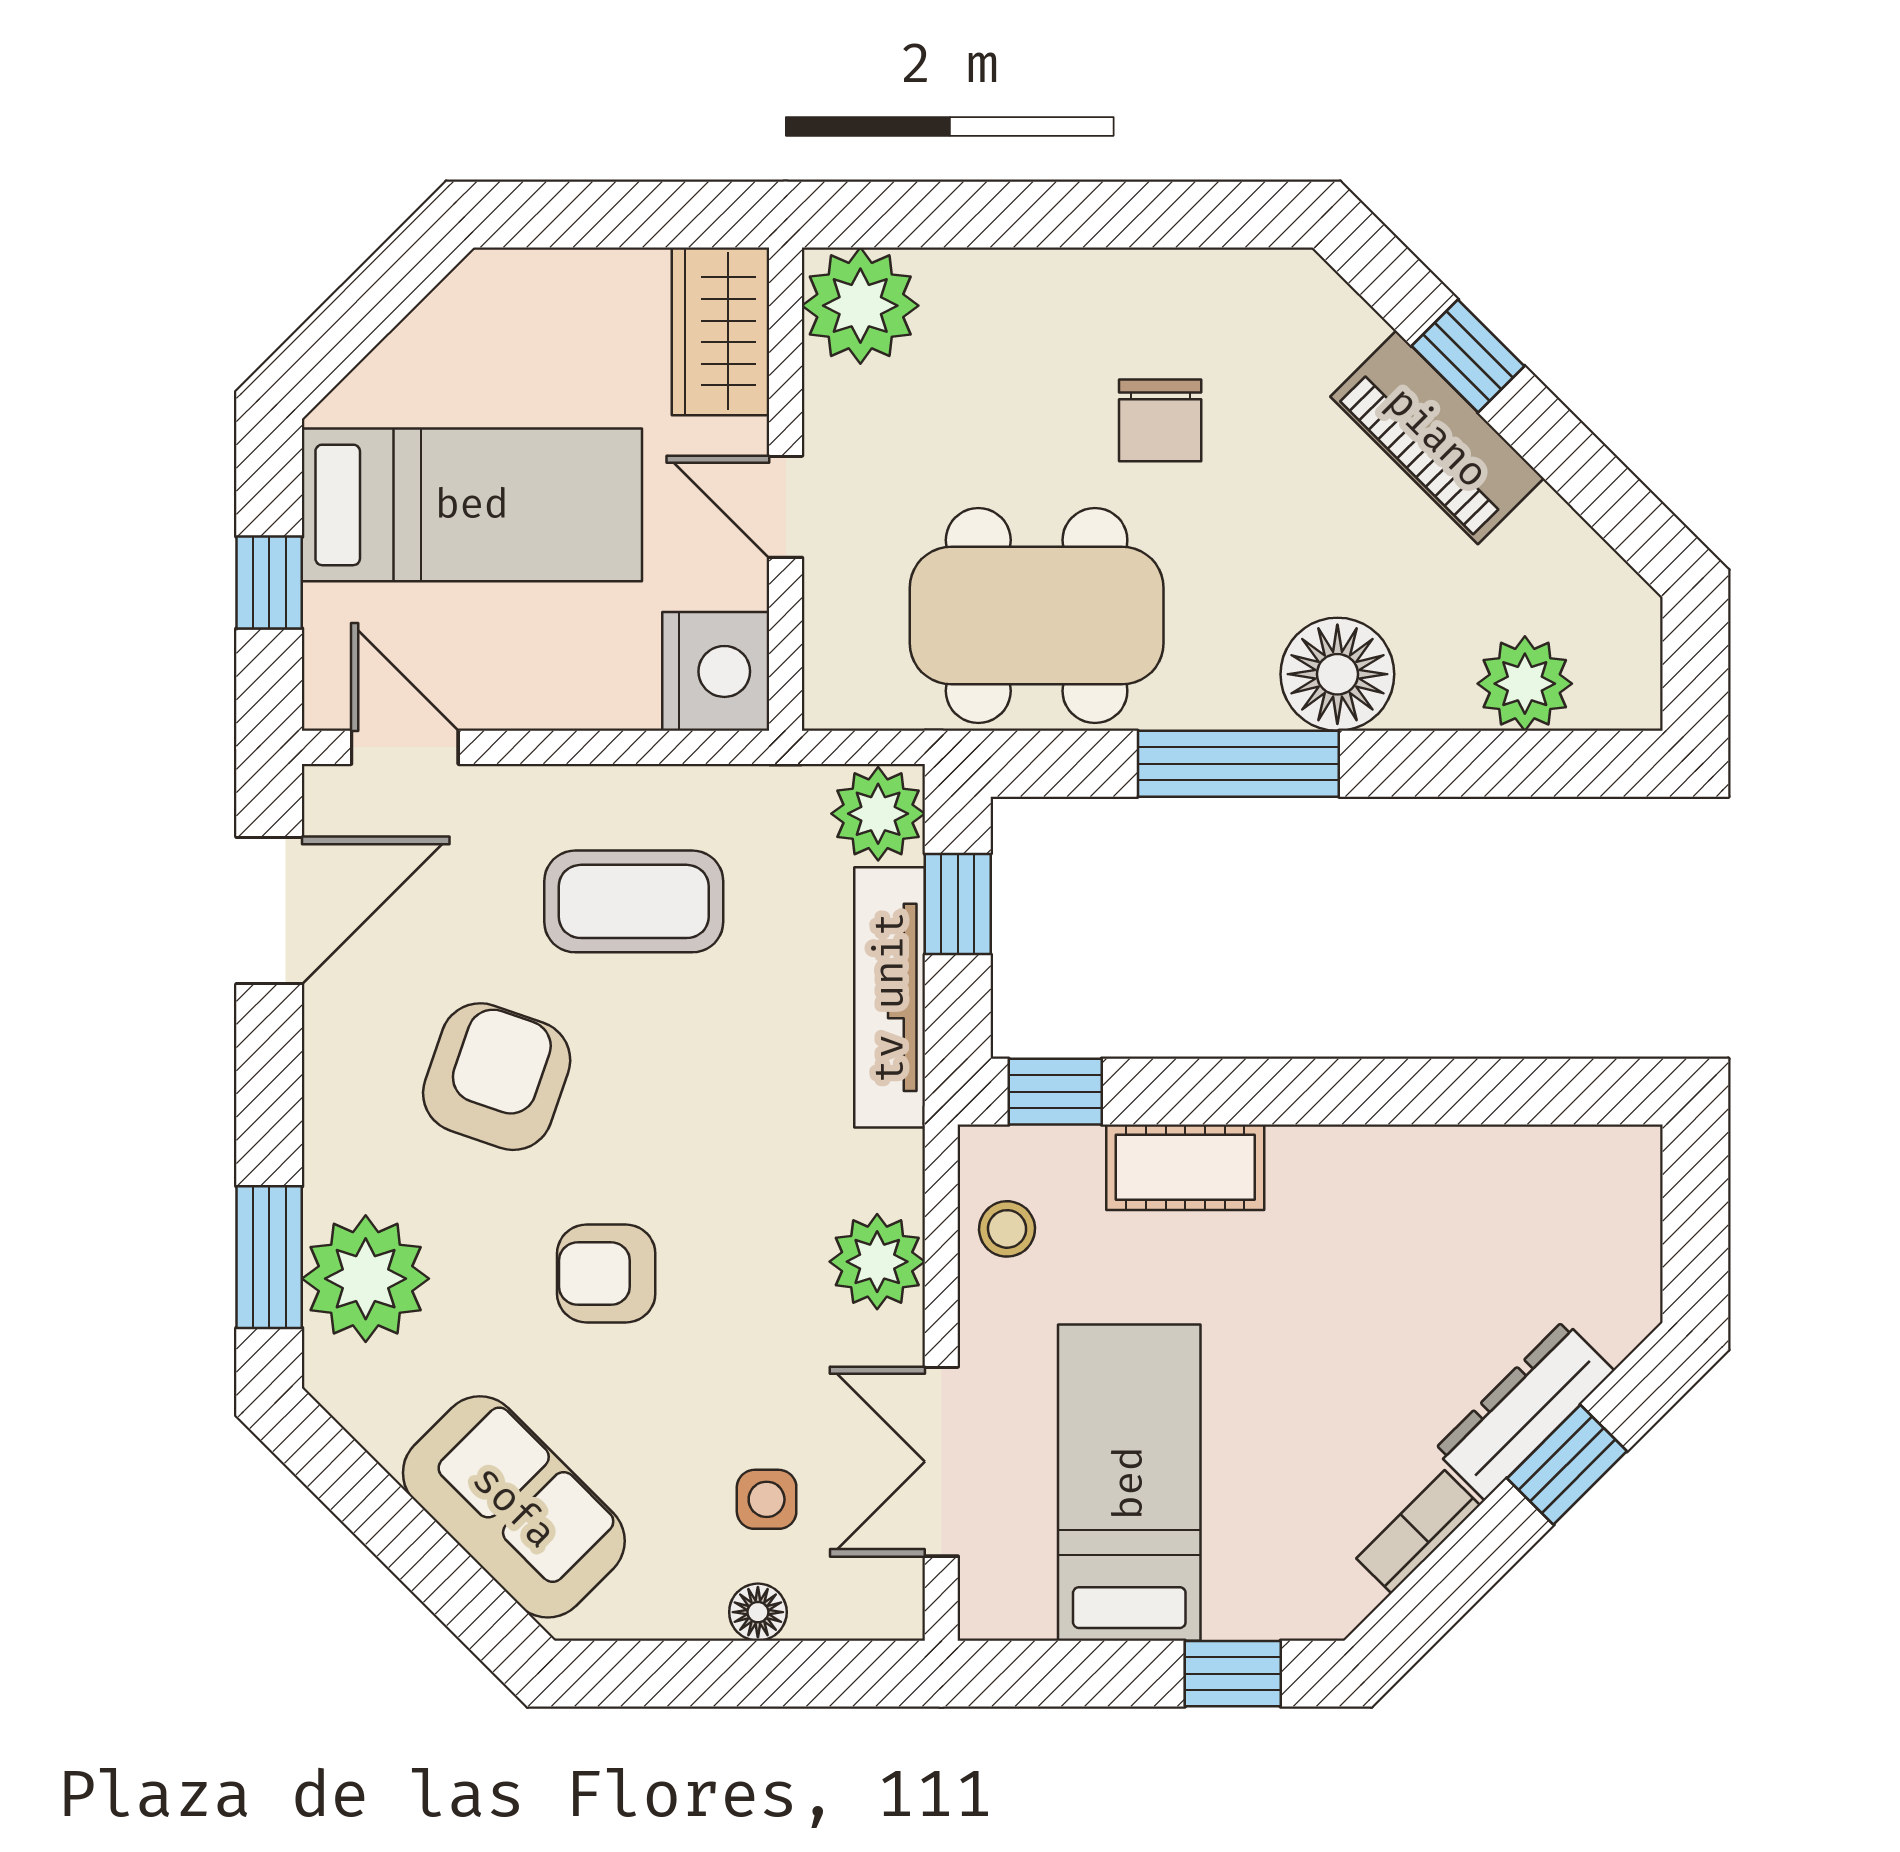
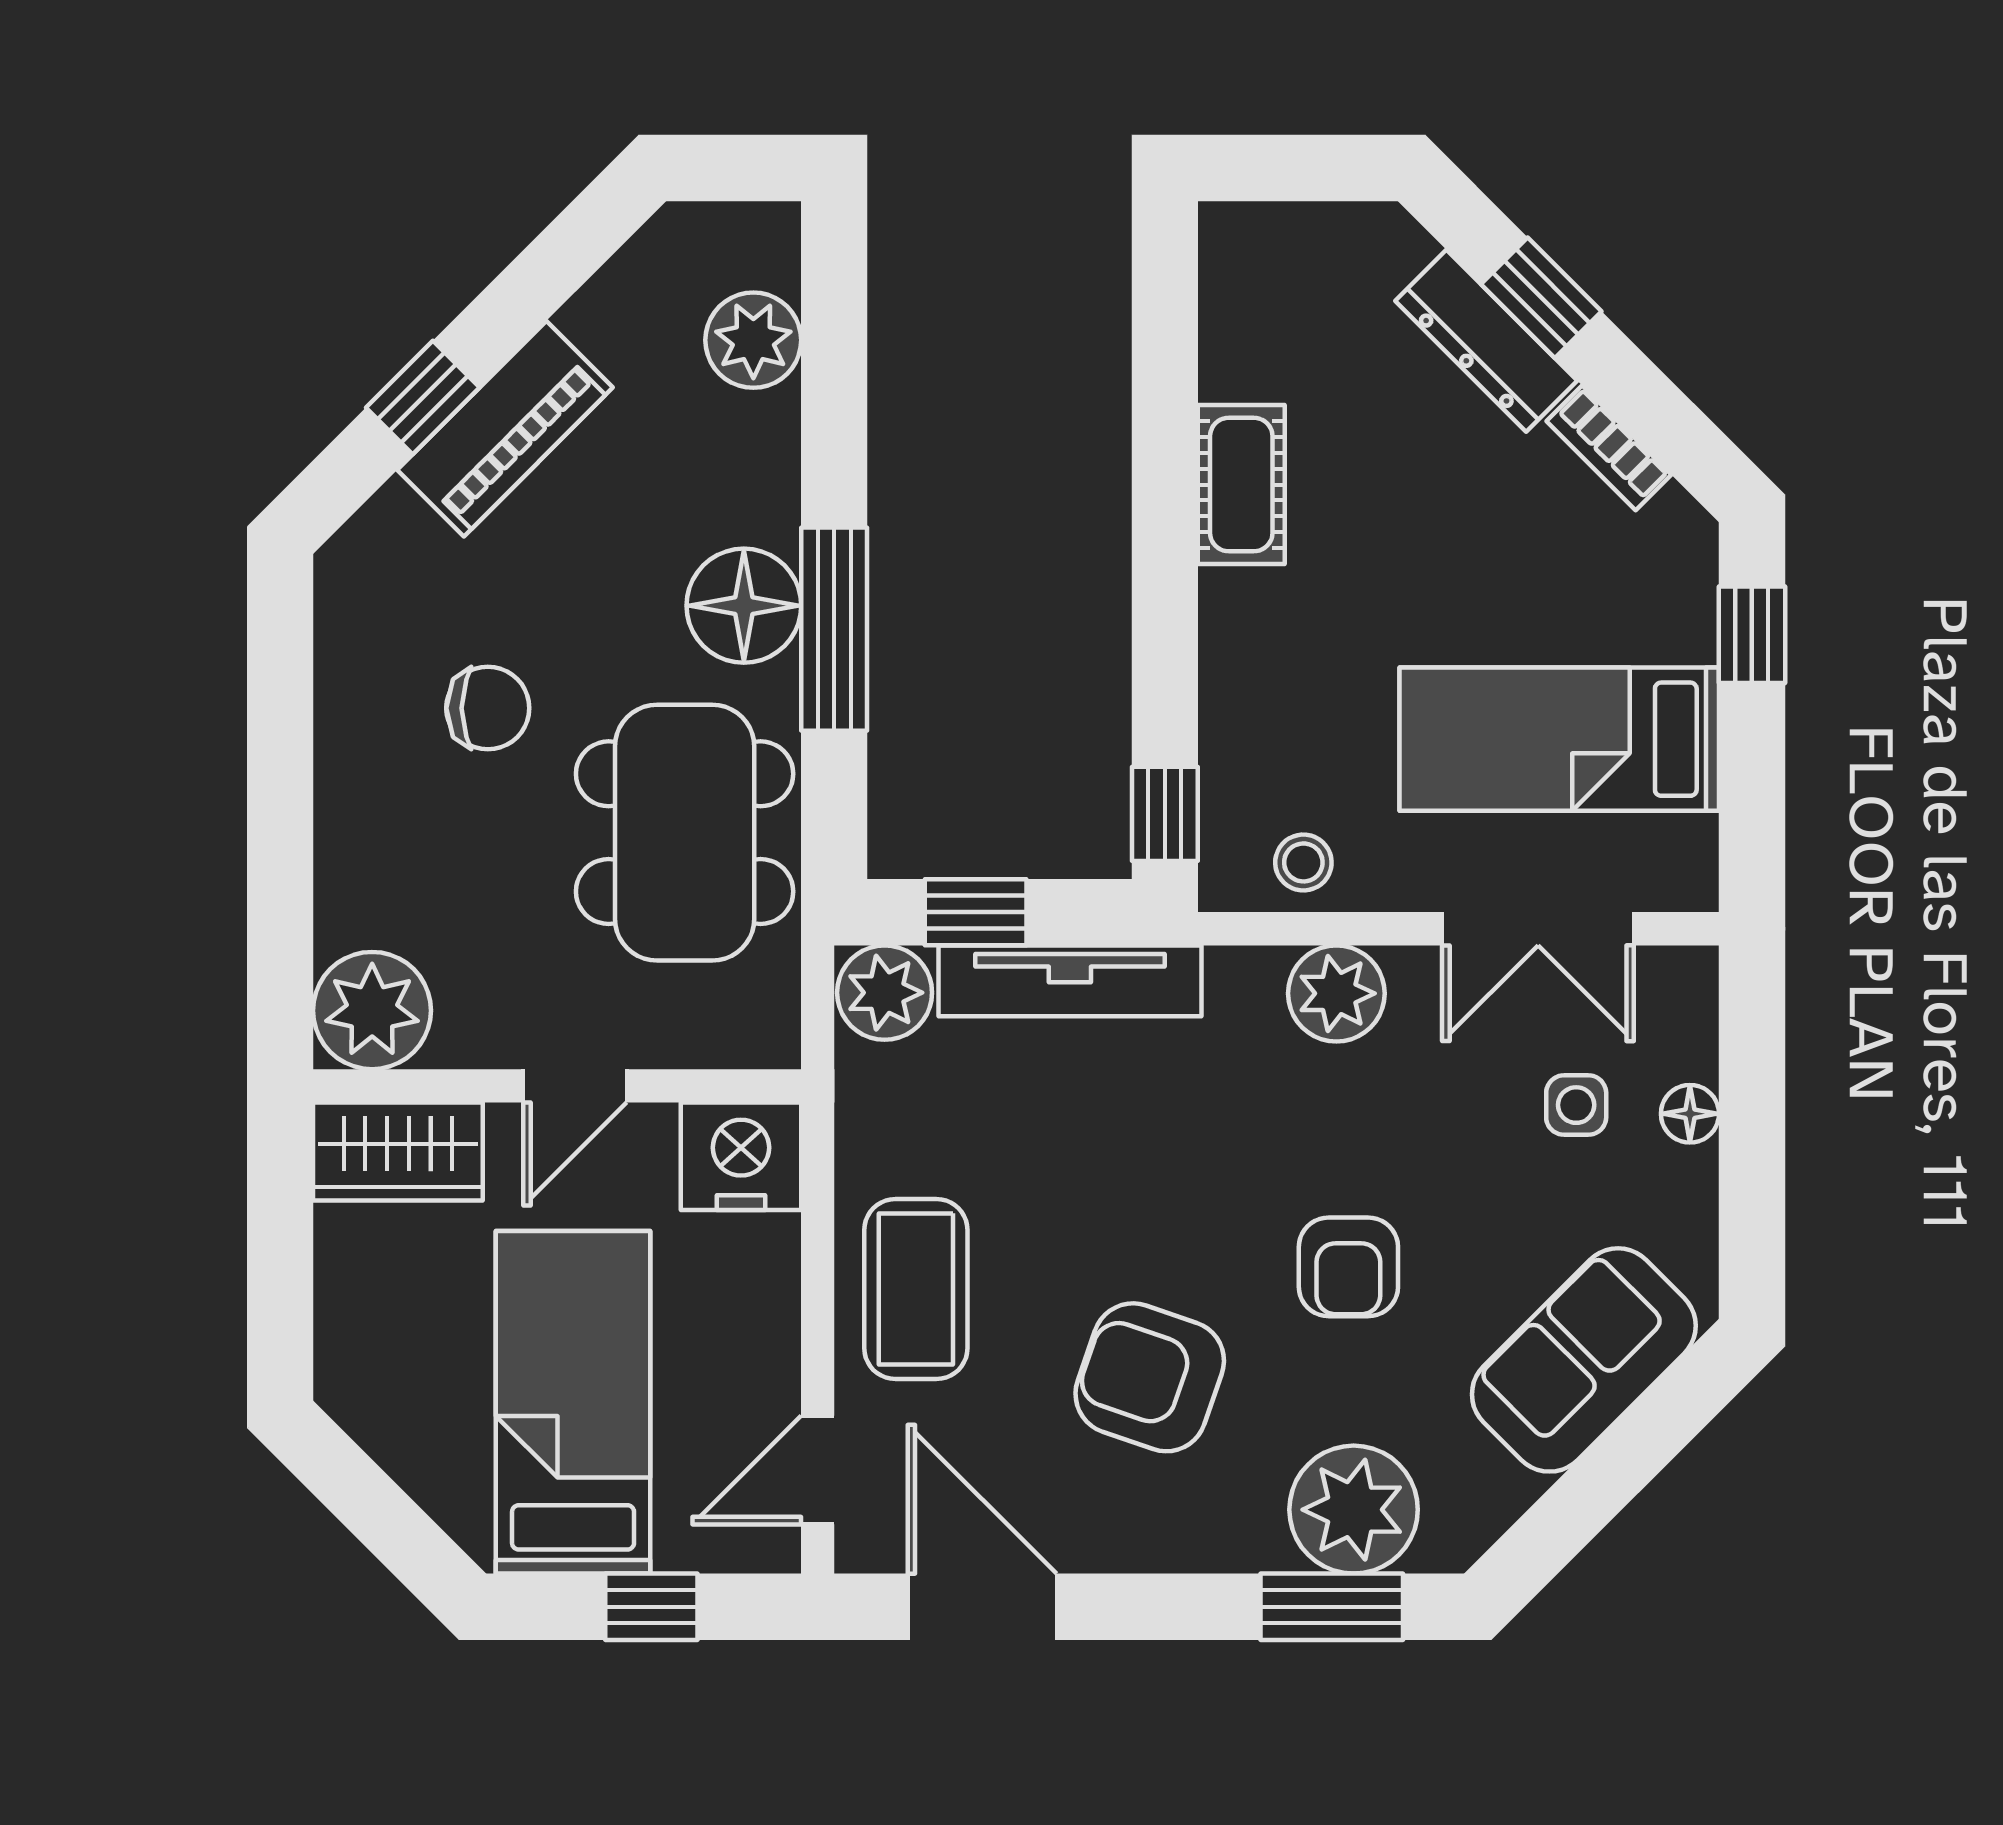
floor lamp: (1337, 674) -> (744, 606), moved
coffee table: (634, 901) -> (916, 1289), moved
cot: (1185, 1167) -> (1241, 485), moved

